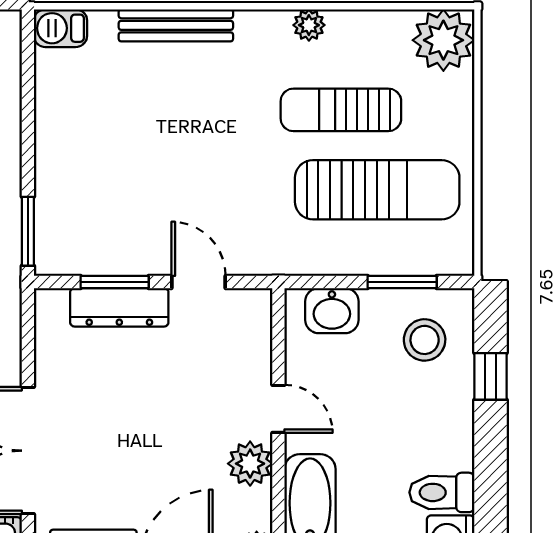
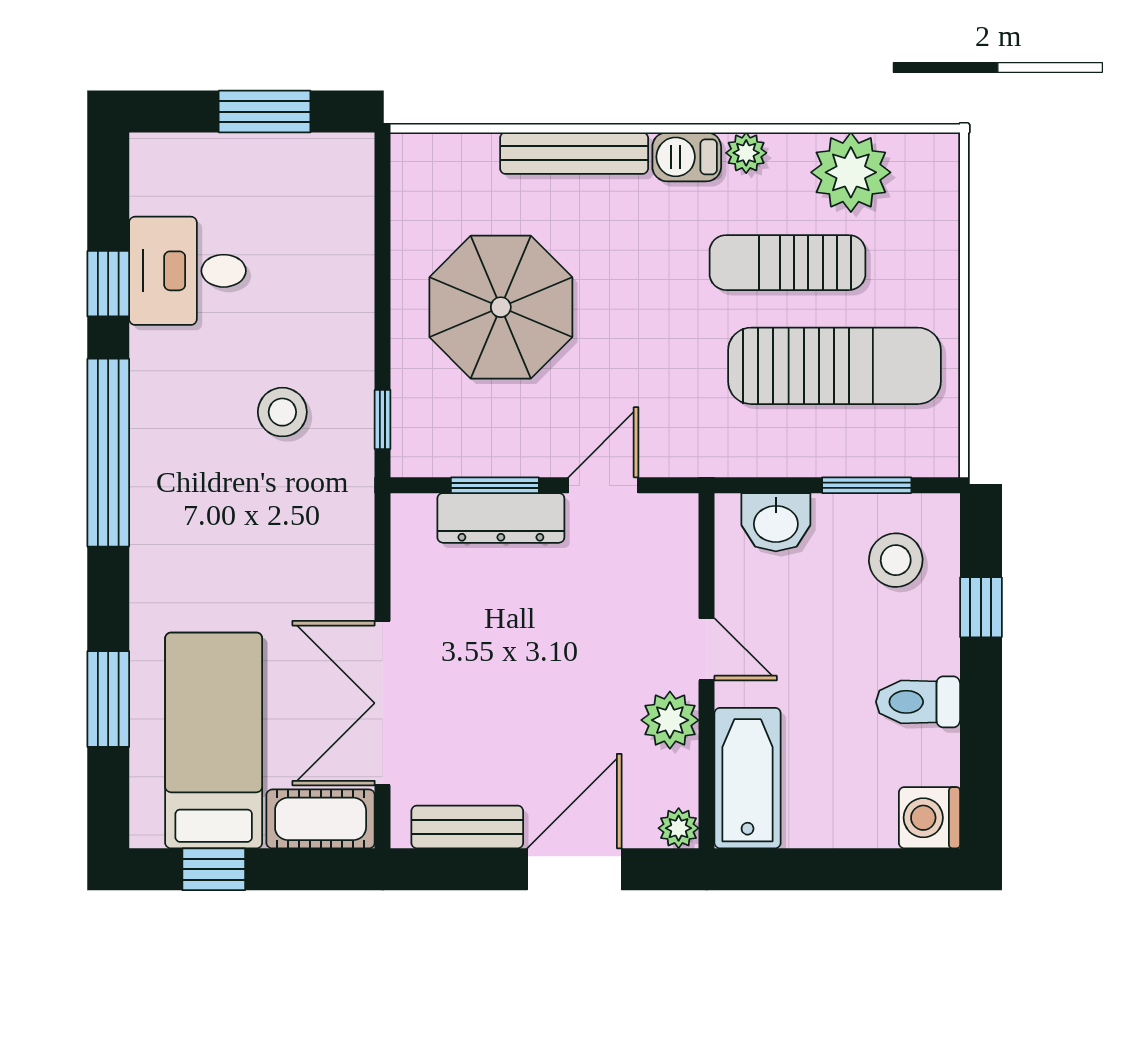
barbecue: (60, 28) -> (687, 157), moved
plant: (443, 40) -> (851, 172), moved
parasol: (119, 144) -> (501, 307), added
window: (28, 231) -> (383, 419), width x0.67
door: (199, 282) -> (603, 485), hinge flipped
toilet: (442, 492) -> (918, 702), moved

